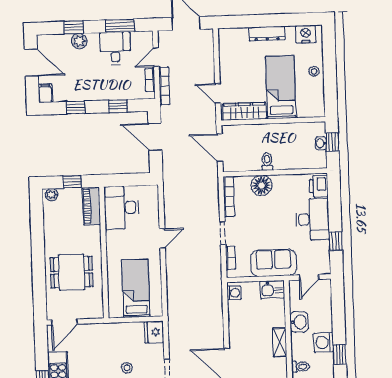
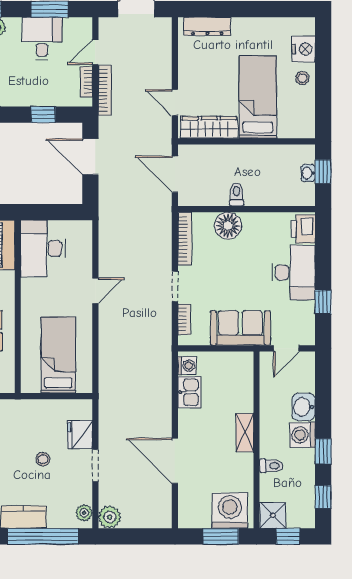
dresser: (267, 34) -> (207, 26), moved
nightstand: (306, 34) -> (304, 49), moved, turned 90
kitchen sink: (272, 289) -> (189, 392), moved, turned -90
washbasin: (299, 322) -> (304, 407), moved, turned 180
fridge: (154, 332) -> (80, 435), moved

